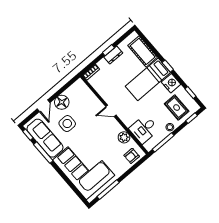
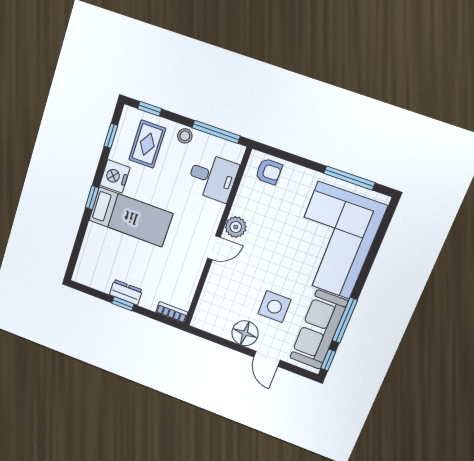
cot: (143, 51) -> (94, 250), removed
door: (44, 106) -> (267, 359), swing flipped
door: (111, 111) -> (214, 248), hinge flipped
plant: (124, 137) -> (236, 227), moved

